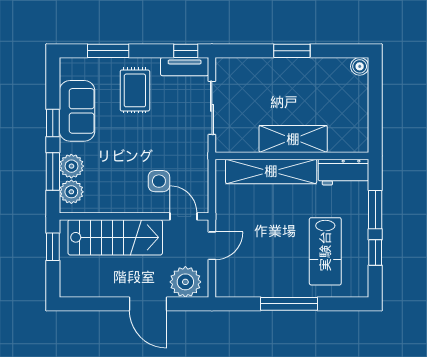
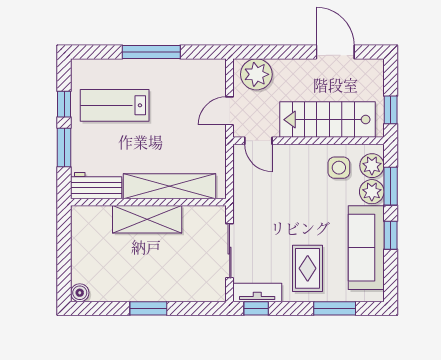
sofa: (77, 111) -> (366, 248), width x1.36
side table: (159, 181) -> (339, 168), moved
lab bench: (325, 251) -> (115, 105), turned -90
door: (148, 304) -> (335, 52), moved

